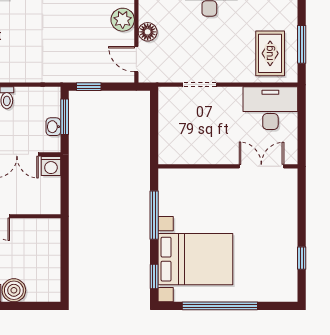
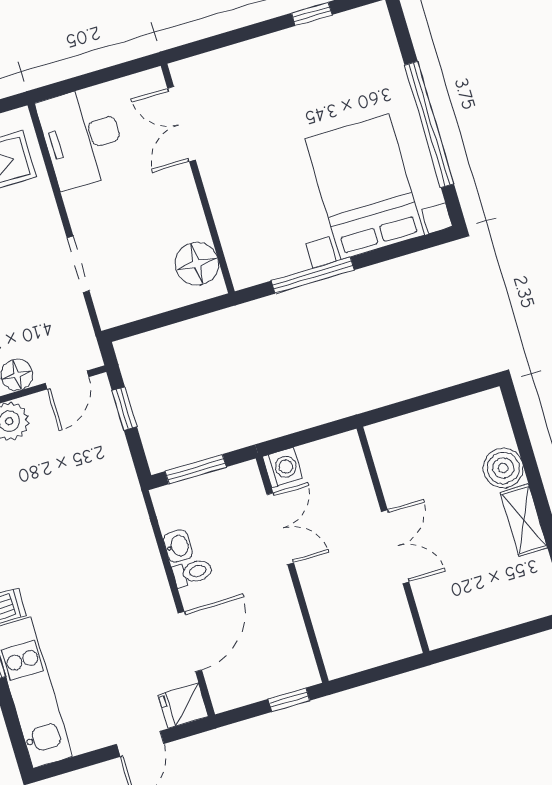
window: (89, 87) -> (124, 409), moved
washbasin: (53, 127) -> (178, 546), moved, turned -90
floor lamp: (180, 152) -> (197, 264), added
window: (154, 277) -> (413, 246), removed

